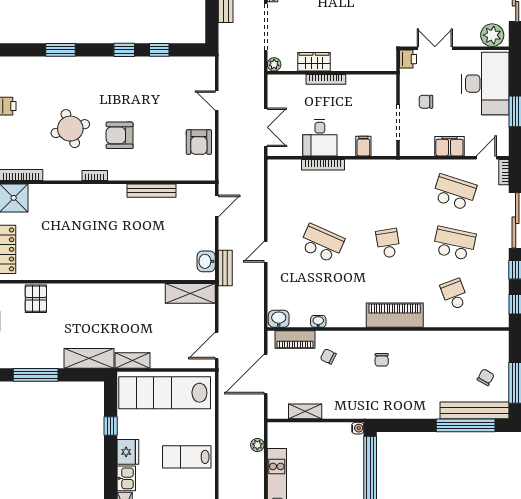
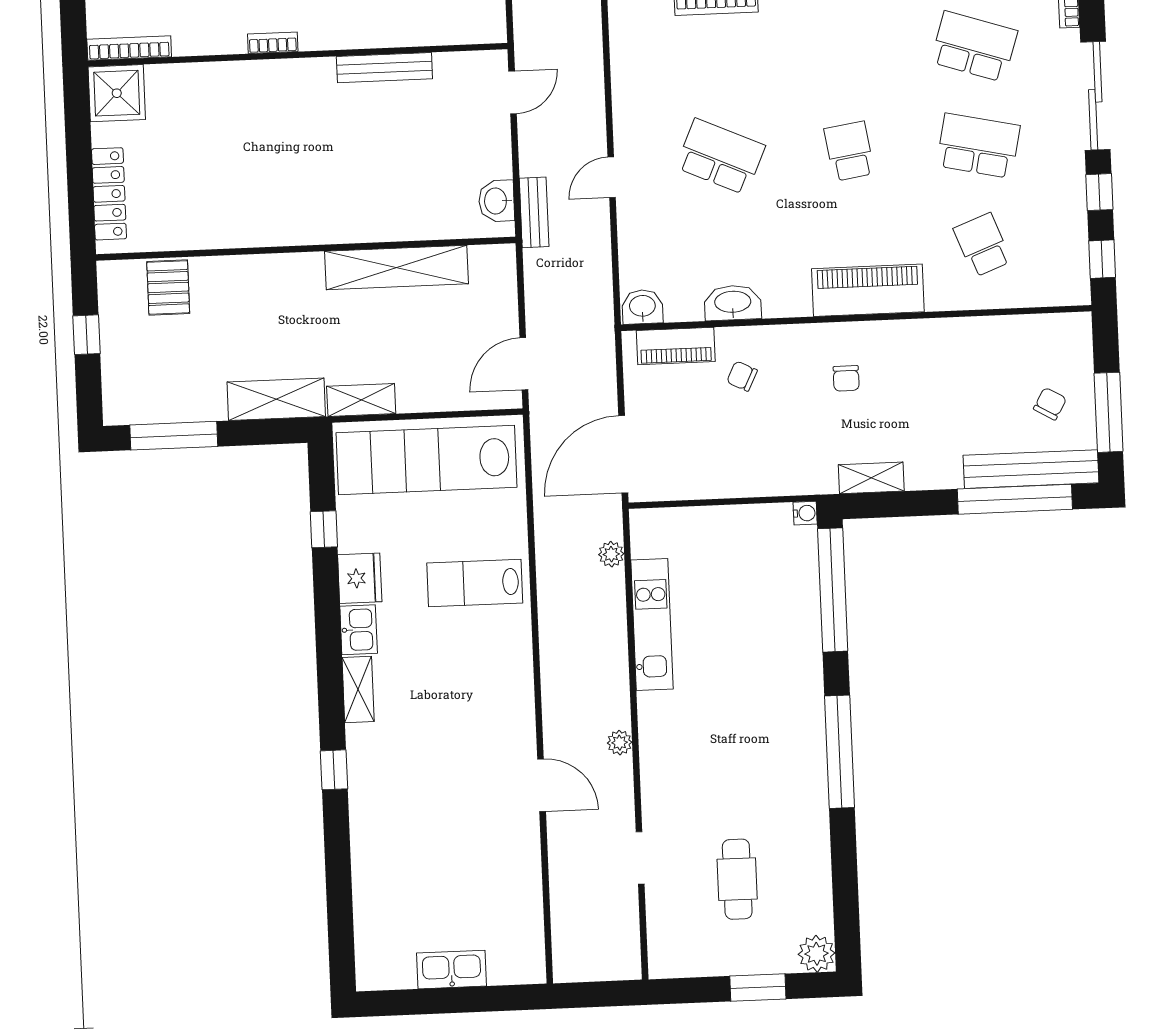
shelving: (190, 293) -> (397, 267), moved, width x1.47
washbasin: (318, 321) -> (733, 303), width x1.91, depth x1.45
door: (266, 374) -> (623, 454), moved
shelving: (305, 411) -> (871, 478), moved

